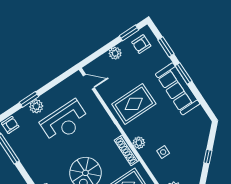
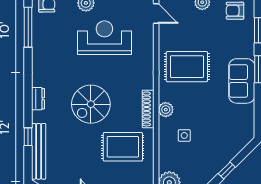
sofa: (178, 89) -> (242, 81), width x0.73
reception desk: (65, 122) -> (104, 38), turned 180

